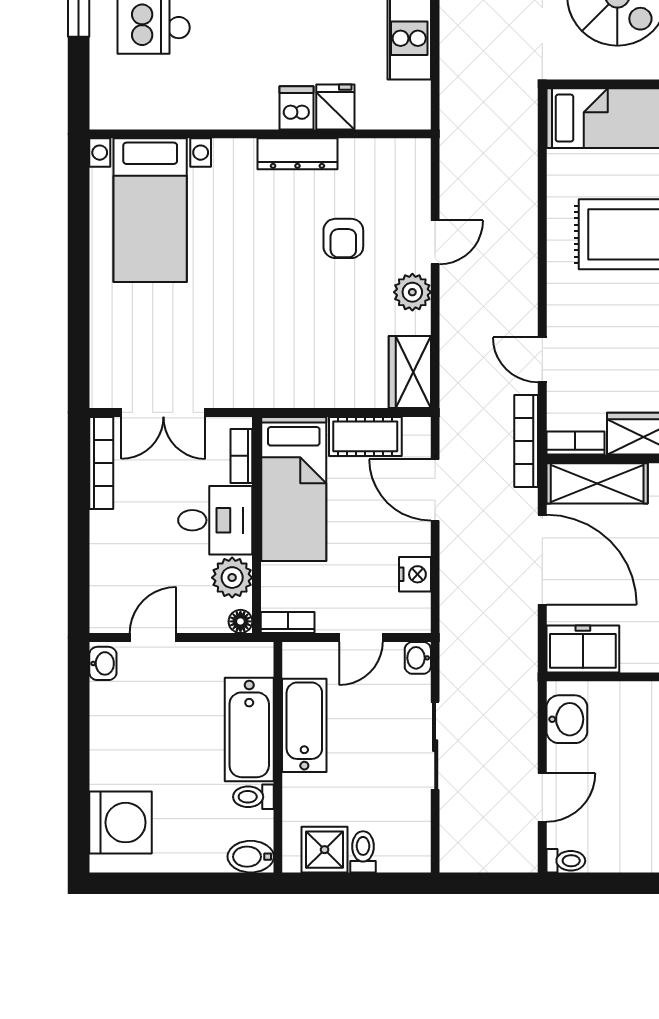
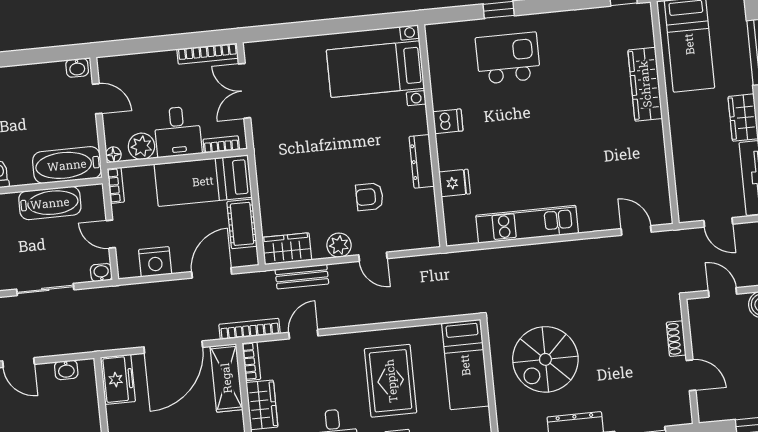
dishwasher: (297, 108) -> (448, 121), moved
bench: (455, 353) -> (302, 277), added
nightstand: (415, 574) -> (155, 262), width x1.36, depth x1.33
washbasin: (567, 719) -> (66, 370), width x0.72, depth x0.69
bathtub: (249, 730) -> (67, 165), moved

